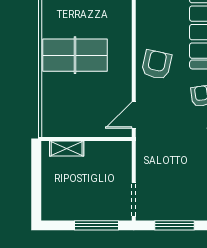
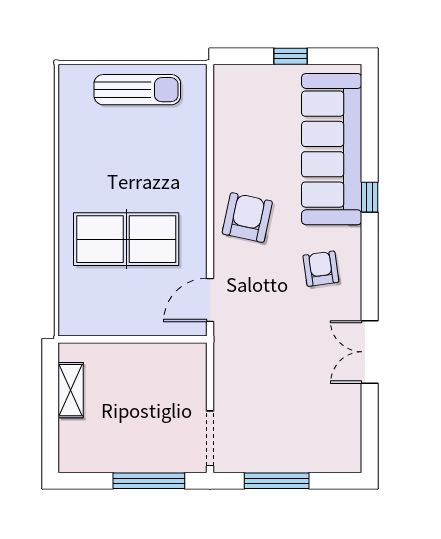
table tennis table: (75, 55) -> (126, 239), moved
shelving: (67, 149) -> (71, 390), moved, turned 90

